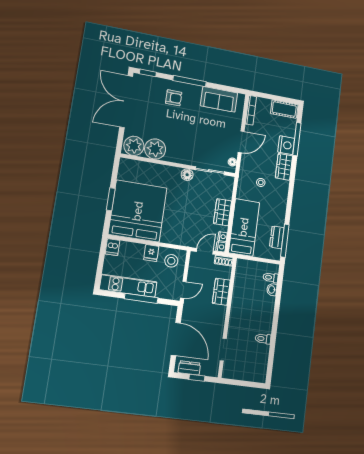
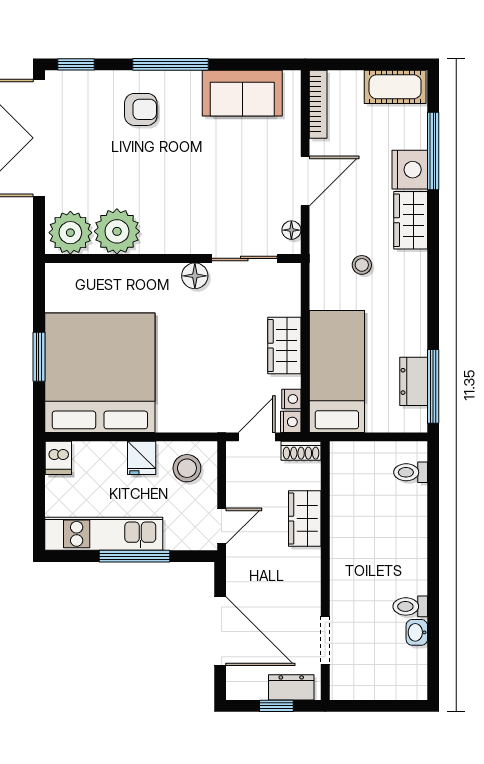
washbasin: (272, 290) -> (417, 632), moved
dresser: (189, 368) -> (291, 687), moved

